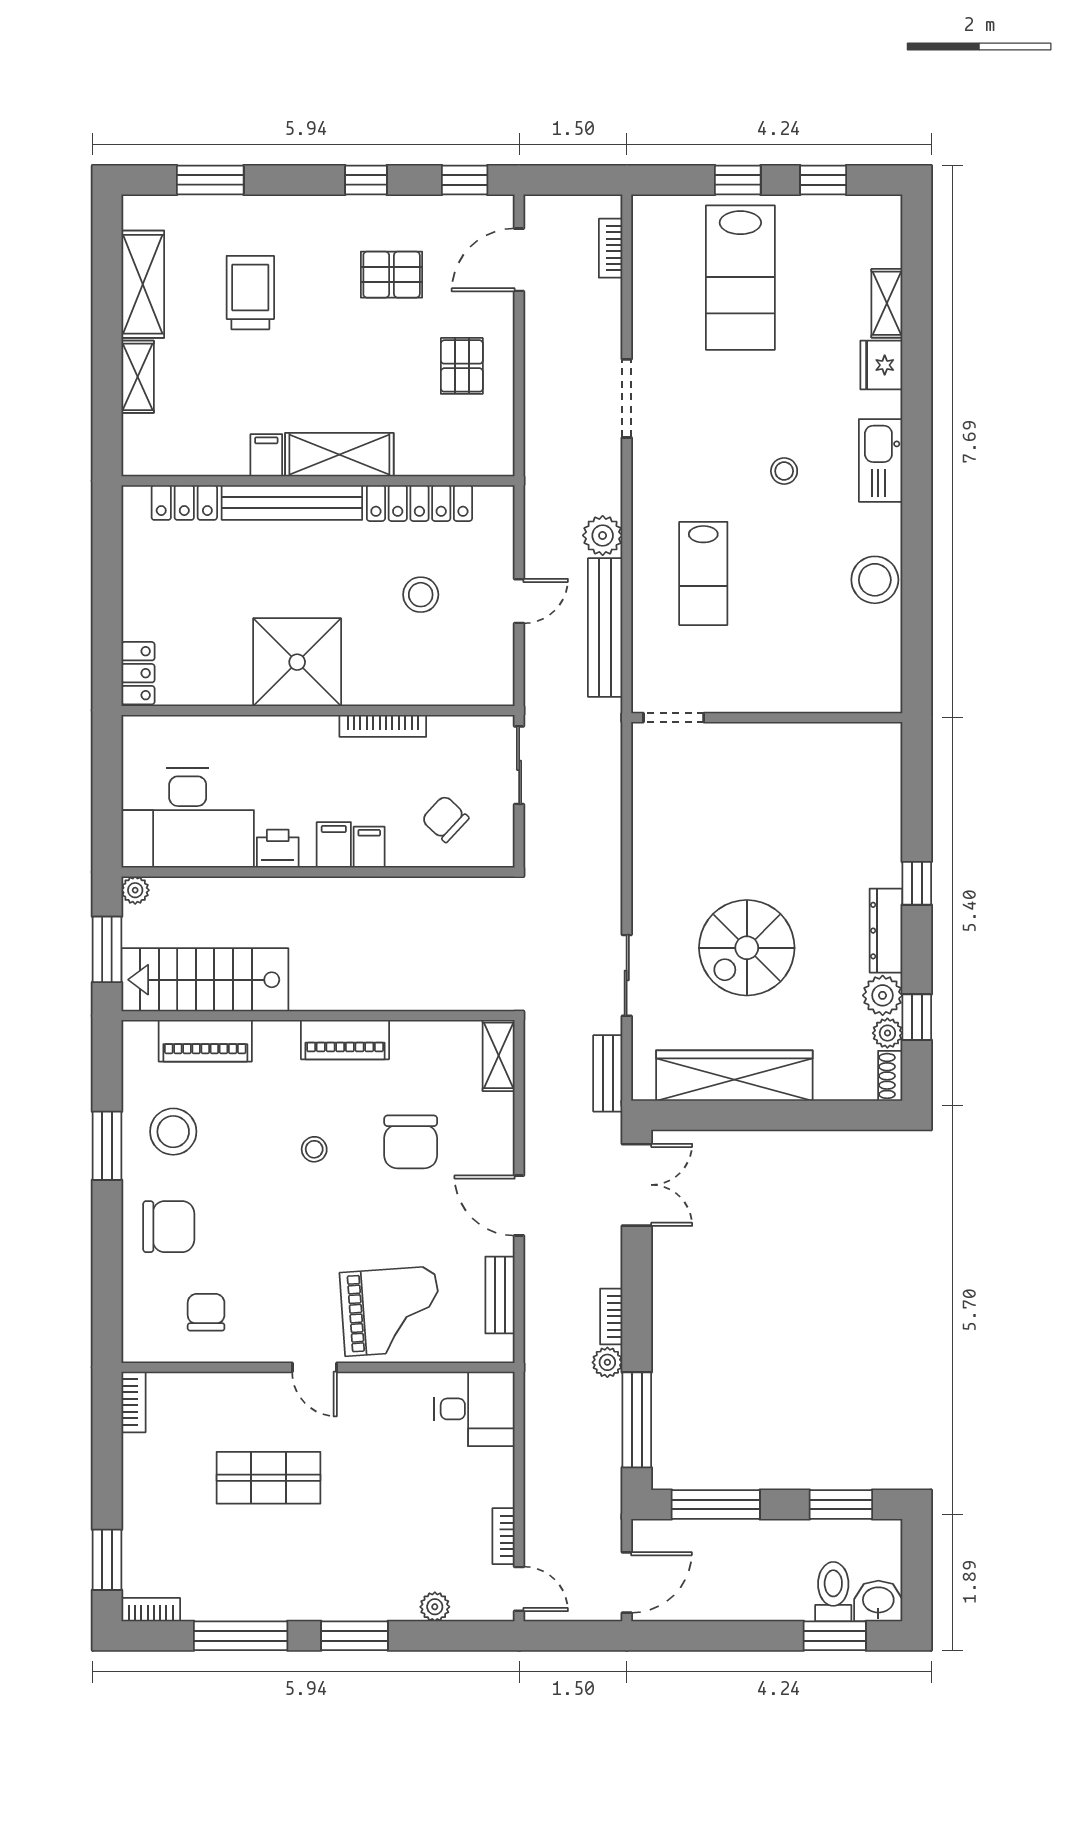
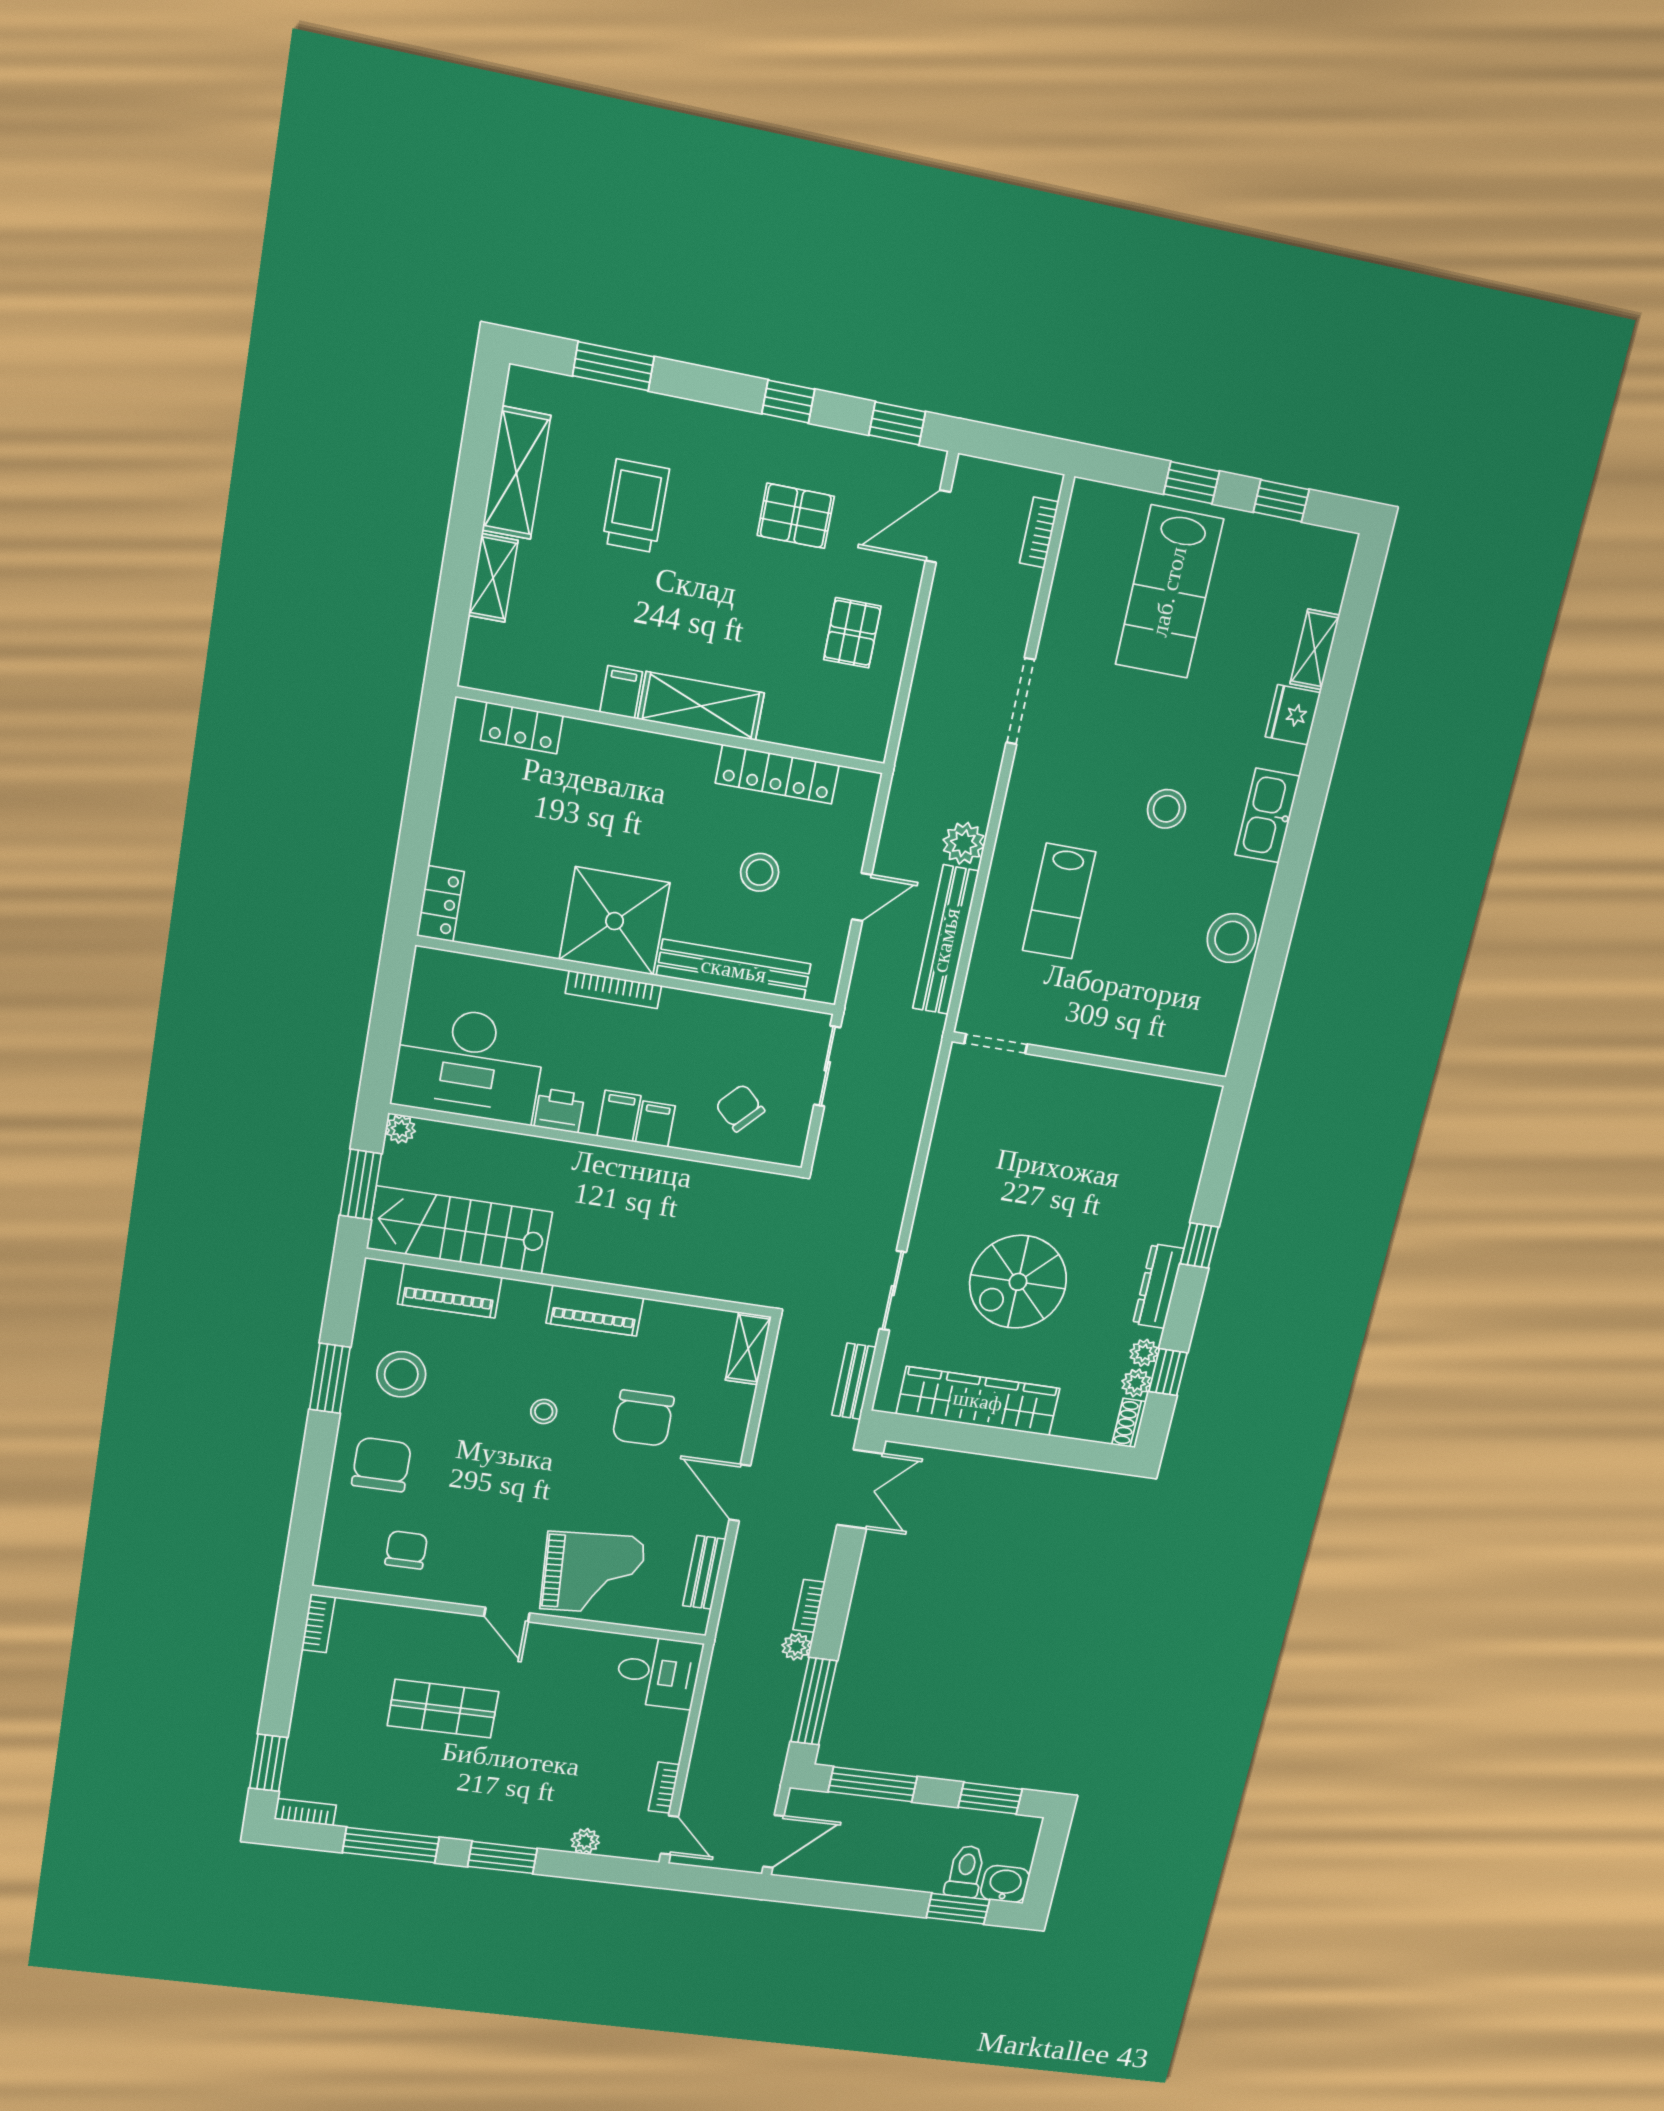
stool: (784, 471) -> (1166, 809), width x1.37, depth x1.37
bench: (292, 502) -> (734, 970), moved
bookcase: (383, 726) -> (613, 990), moved
plant: (883, 995) -> (1144, 1353), width x0.73, depth x0.73
chair: (169, 1227) -> (381, 1465), turned -90

